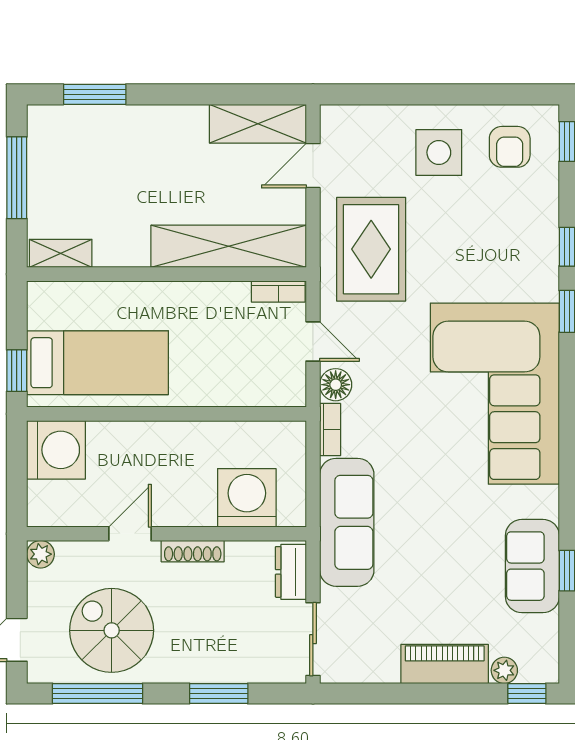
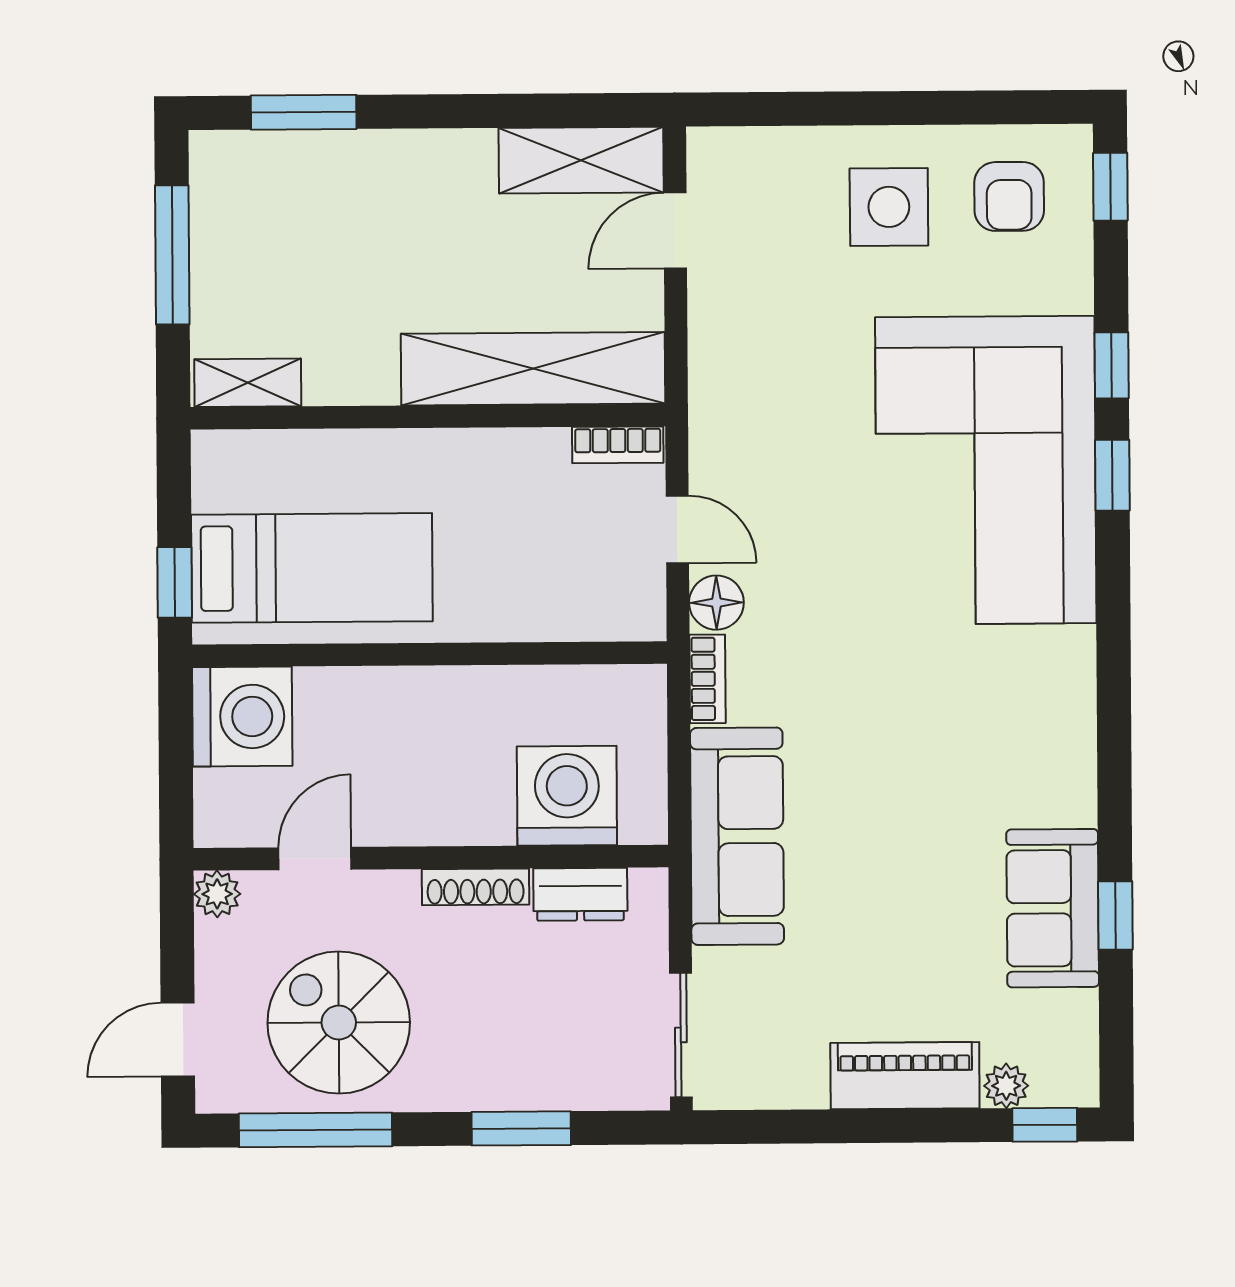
rug: (371, 249) -> (775, 372), removed
corner sofa: (495, 394) -> (986, 470), moved
door: (130, 534) -> (315, 858), moved
dresser: (291, 572) -> (580, 894), moved, turned -90

